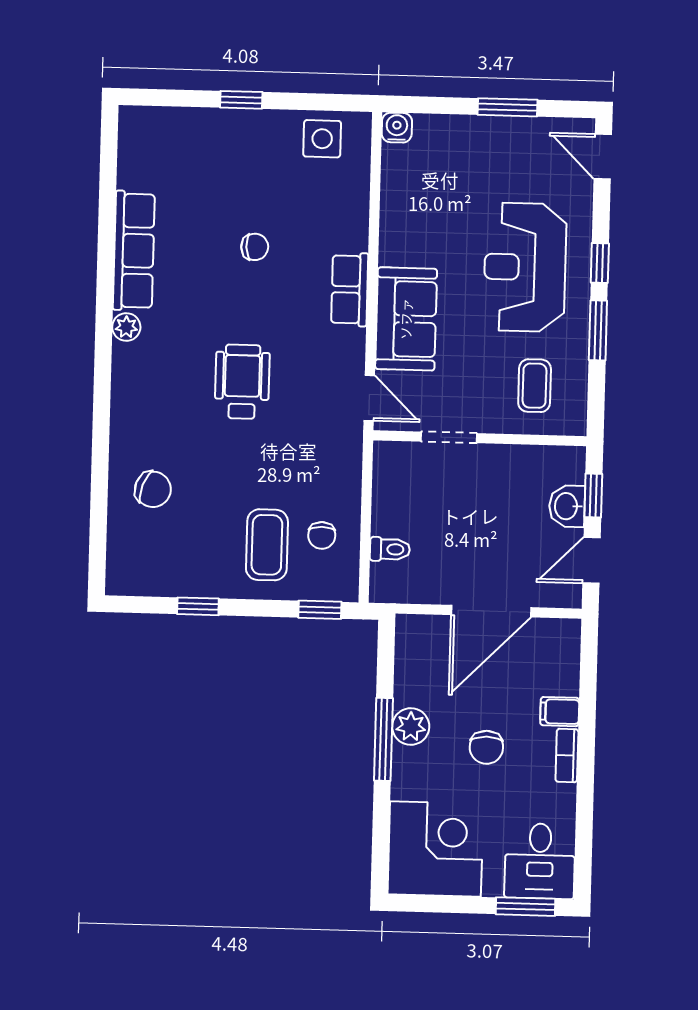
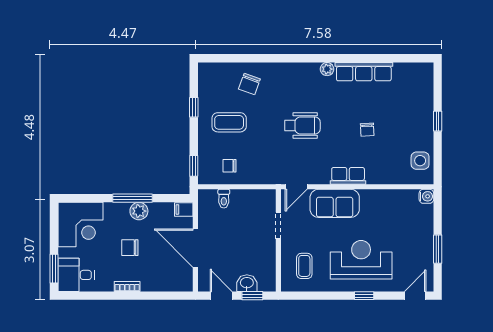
window: (598, 330) -> (332, 296), removed
coffee table: (535, 386) -> (304, 266), turned 90
coffee table: (267, 545) -> (229, 122), moved
filing cabinet: (560, 712) -> (184, 209), moved, turned -90

